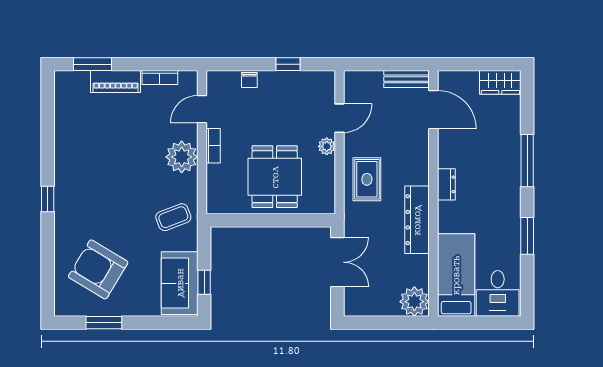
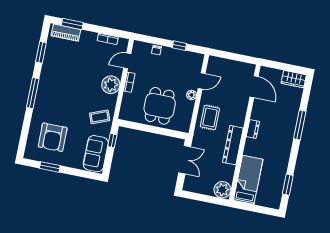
bench: (407, 79) -> (243, 67), removed
piano: (116, 81) -> (66, 33), moved
window: (48, 125) -> (41, 52), added
window: (48, 199) -> (33, 93), width x2.17
window: (527, 236) -> (288, 185), moved
armchair: (98, 269) -> (53, 137), turned -121
window: (204, 282) -> (112, 141), moved
desk: (498, 293) -> (269, 194), removed

